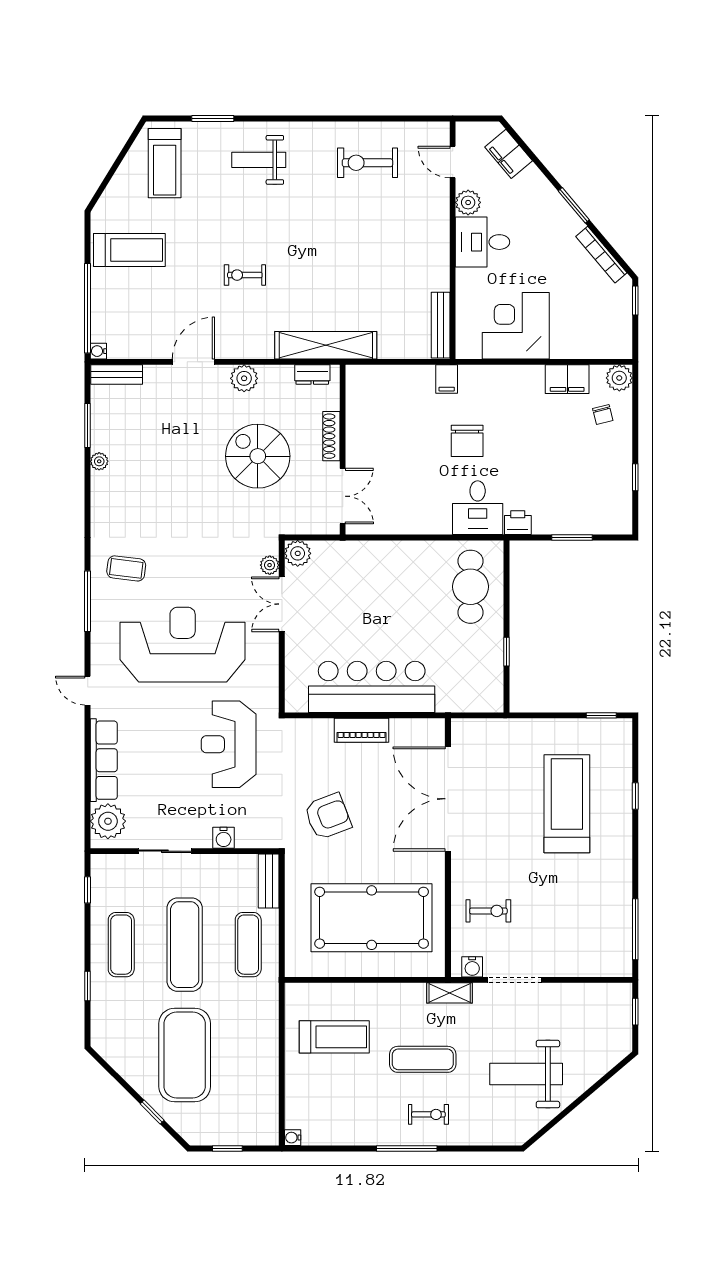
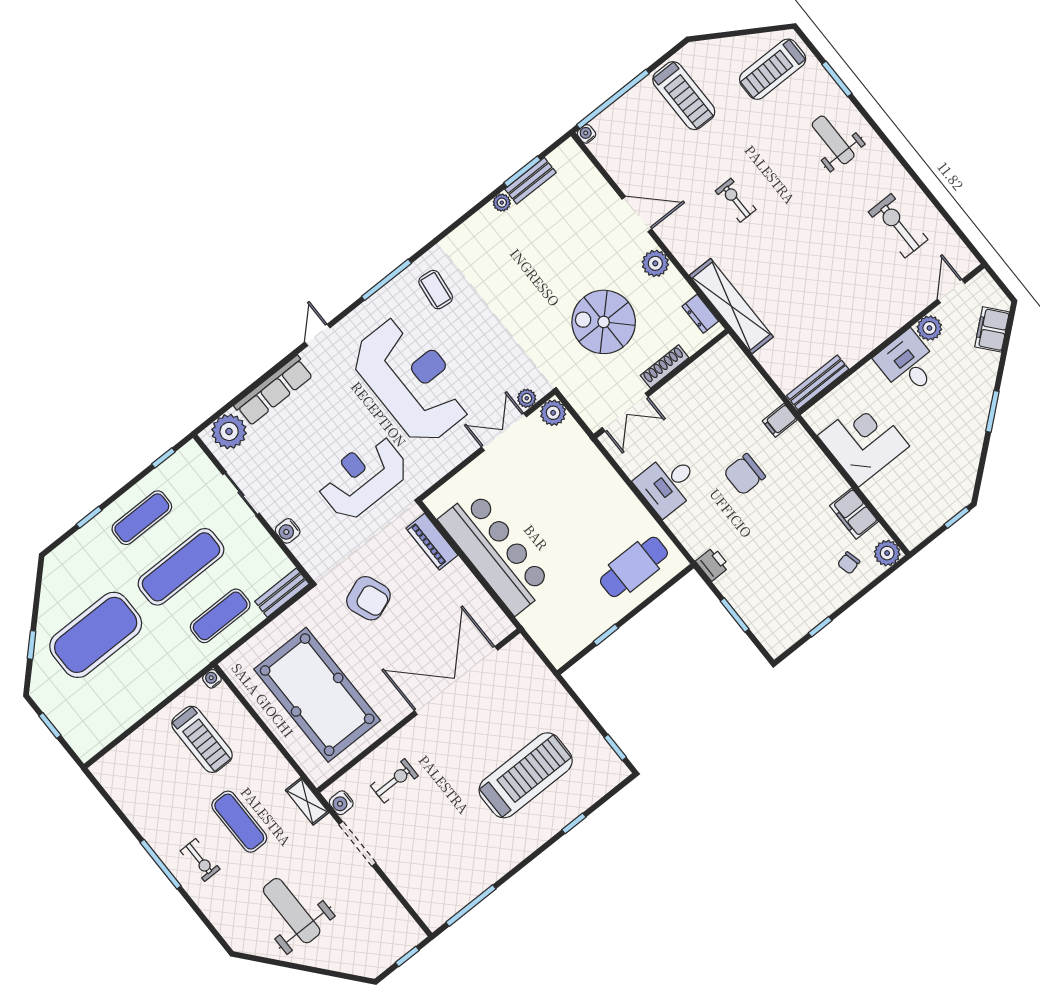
bookcase: (601, 255) -> (971, 463), removed
bench: (117, 375) -> (531, 181), moved, turned 90
spiral stairs: (258, 456) -> (604, 322), turned -90
desk: (478, 508) -> (668, 484), moved
piano: (362, 730) -> (432, 542), moved
exercise bike: (488, 911) -> (394, 781), turned -90
water cooler: (293, 1138) -> (212, 679), moved

